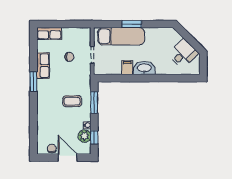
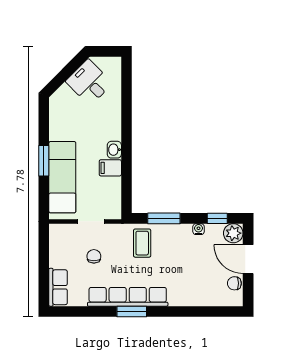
row of seats: (43, 66) -> (128, 297), width x2.02
washbasin: (144, 68) -> (114, 150), width x0.52, depth x0.69
coffee table: (72, 101) -> (142, 243), moved
plant: (85, 136) -> (233, 233), moved
door: (68, 158) -> (248, 259), hinge flipped

